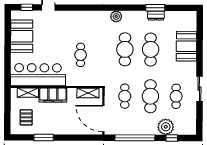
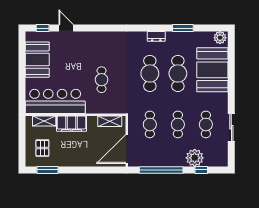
dresser: (156, 15) -> (156, 36), moved
plant: (116, 16) -> (220, 38), moved
booth: (187, 46) -> (212, 70), width x1.36, depth x1.42
sliding door: (199, 89) -> (231, 127), moved
cafe table: (150, 96) -> (178, 124), width x0.73, depth x0.74
door: (103, 119) -> (127, 149), hinge flipped
window: (44, 137) -> (47, 170), moved

